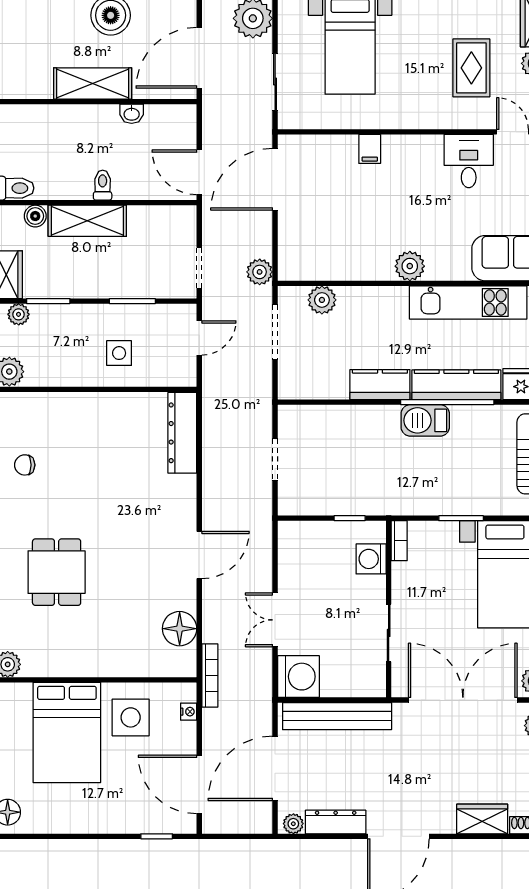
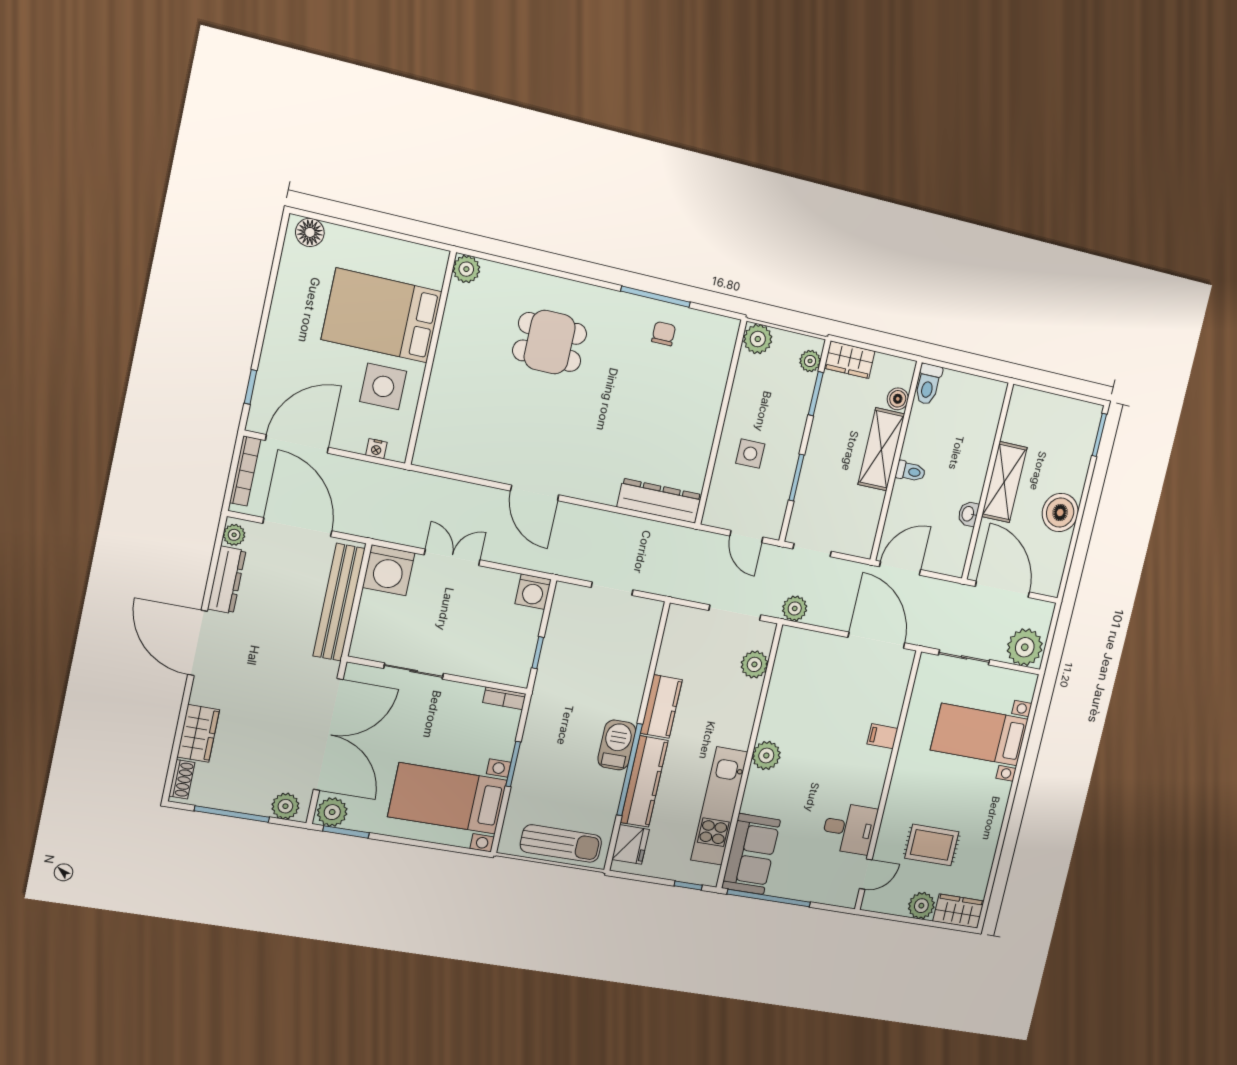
washing machine: (371, 559) -> (533, 592), moved, turned 180
floor lamp: (180, 629) -> (464, 457), removed
bookcase: (210, 676) -> (245, 471), moved, turned -90

